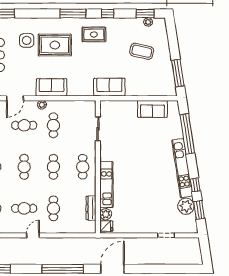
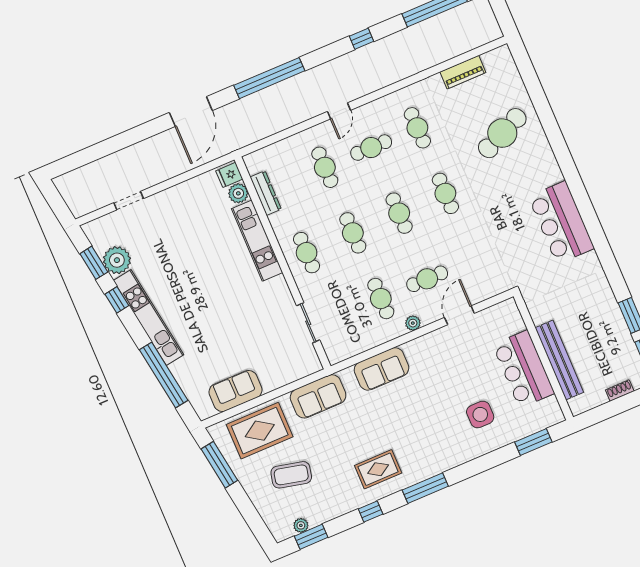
rug: (55, 45) -> (260, 431), moved
sofa: (51, 87) -> (381, 369), moved

